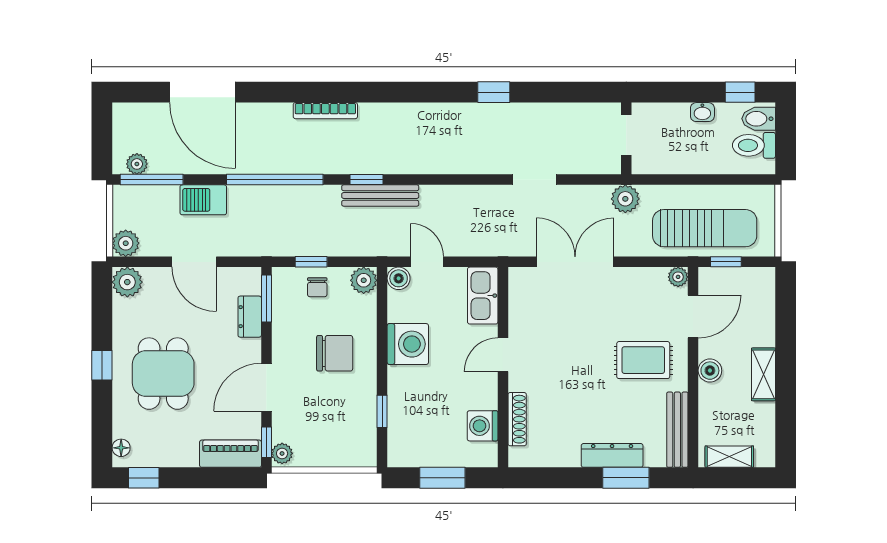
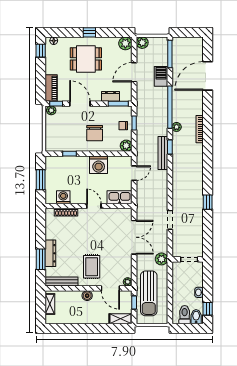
plant: (137, 164) -> (177, 127), moved
boiler: (399, 278) -> (127, 161), removed
shelving: (763, 374) -> (120, 319), moved

